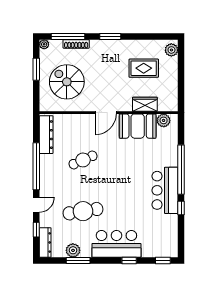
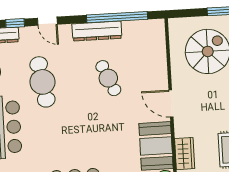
dresser: (46, 135) -> (97, 31), moved
window: (36, 166) -> (117, 17), moved

